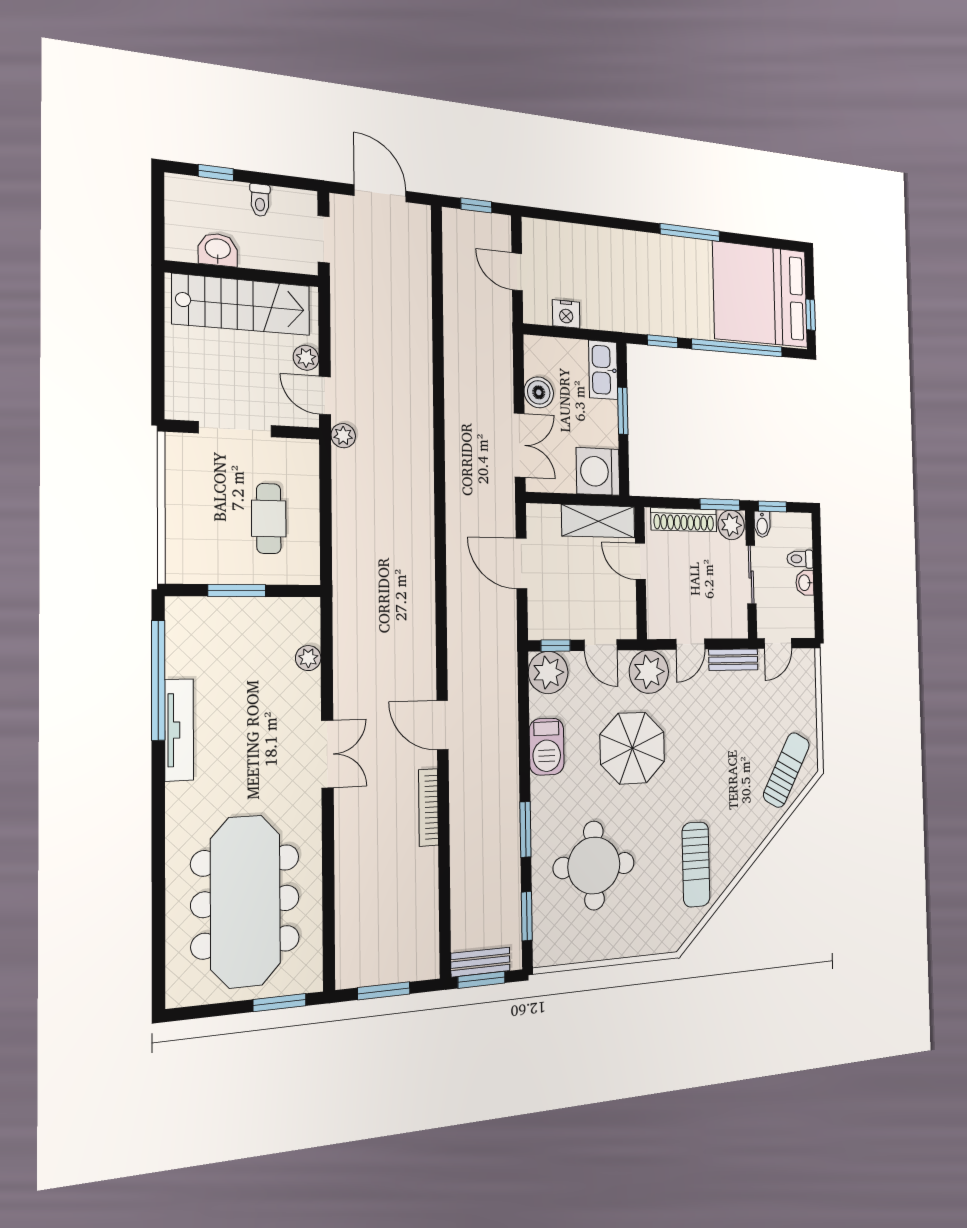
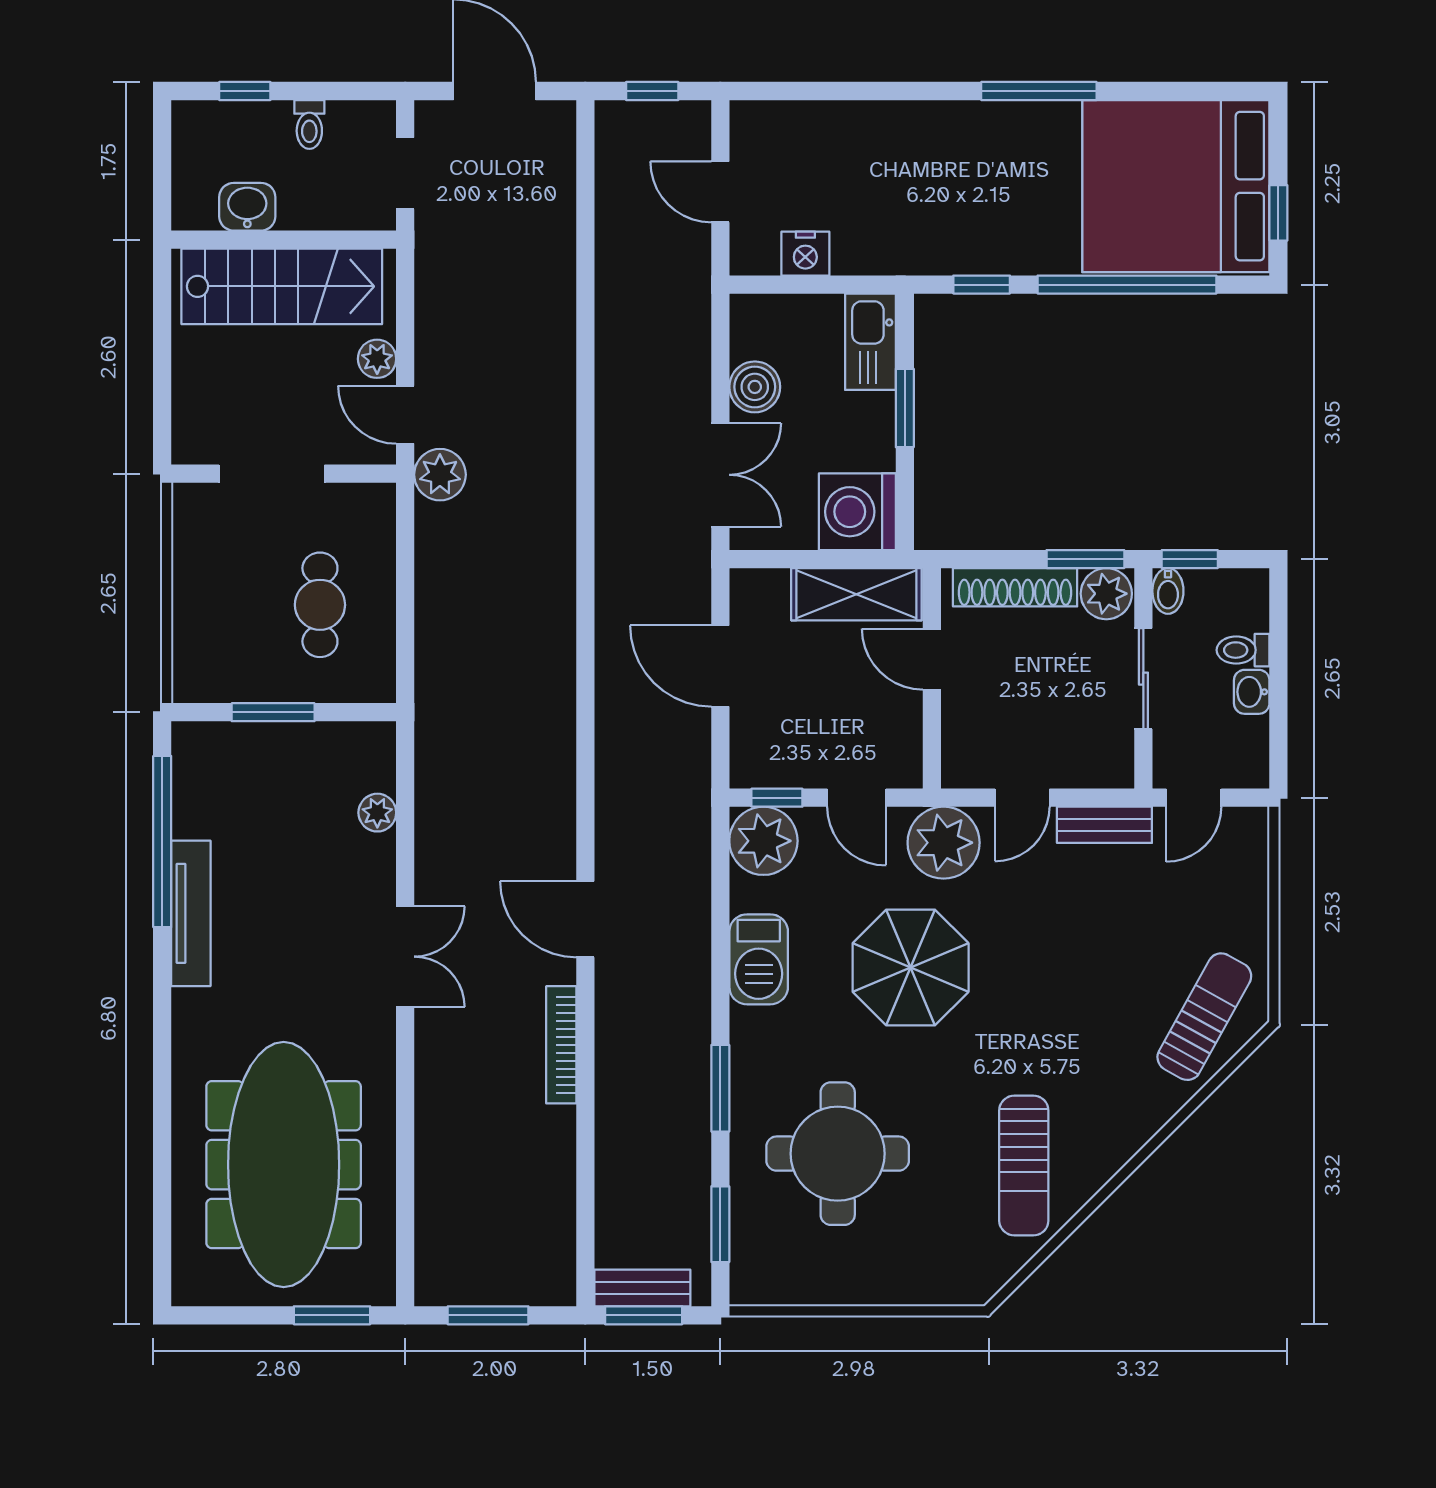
plant: (343, 436) -> (440, 475), width x1.38, depth x1.38

